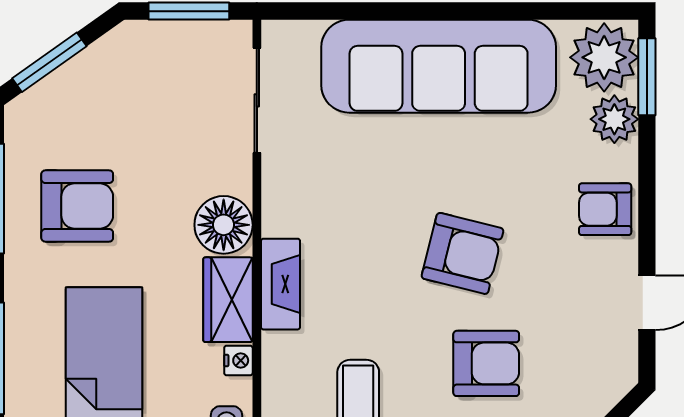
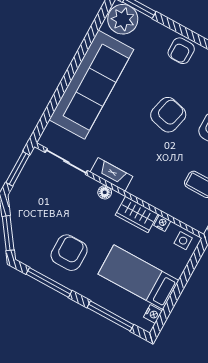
plant: (614, 119) -> (149, 28), removed
floor lamp: (224, 225) -> (105, 192), width x0.53, depth x0.53
fireplace: (281, 284) -> (111, 174), moved

